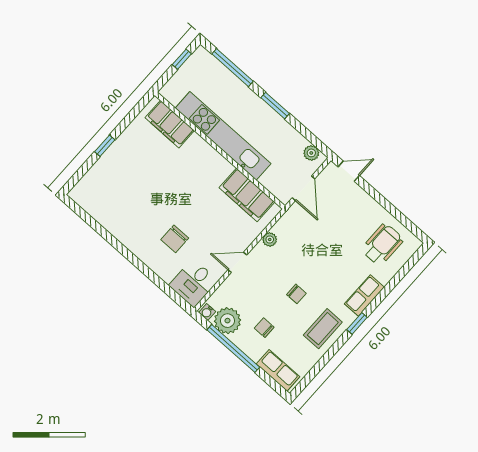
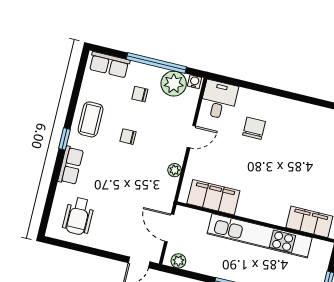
chair: (264, 328) -> (140, 94), turned 180

